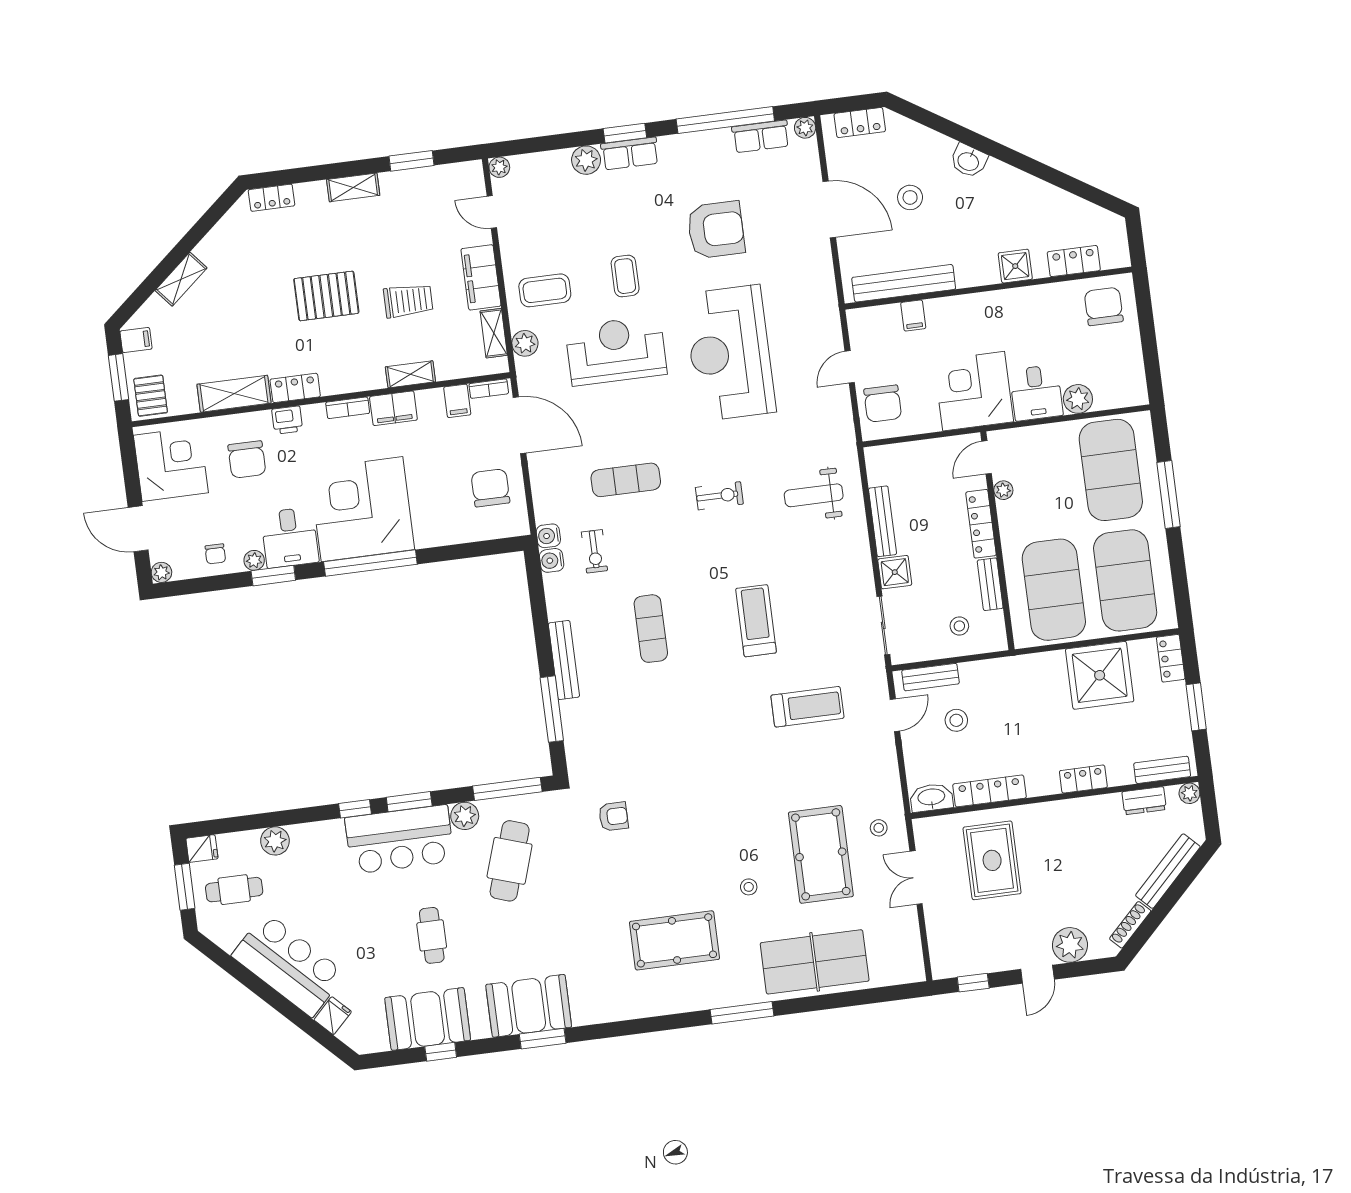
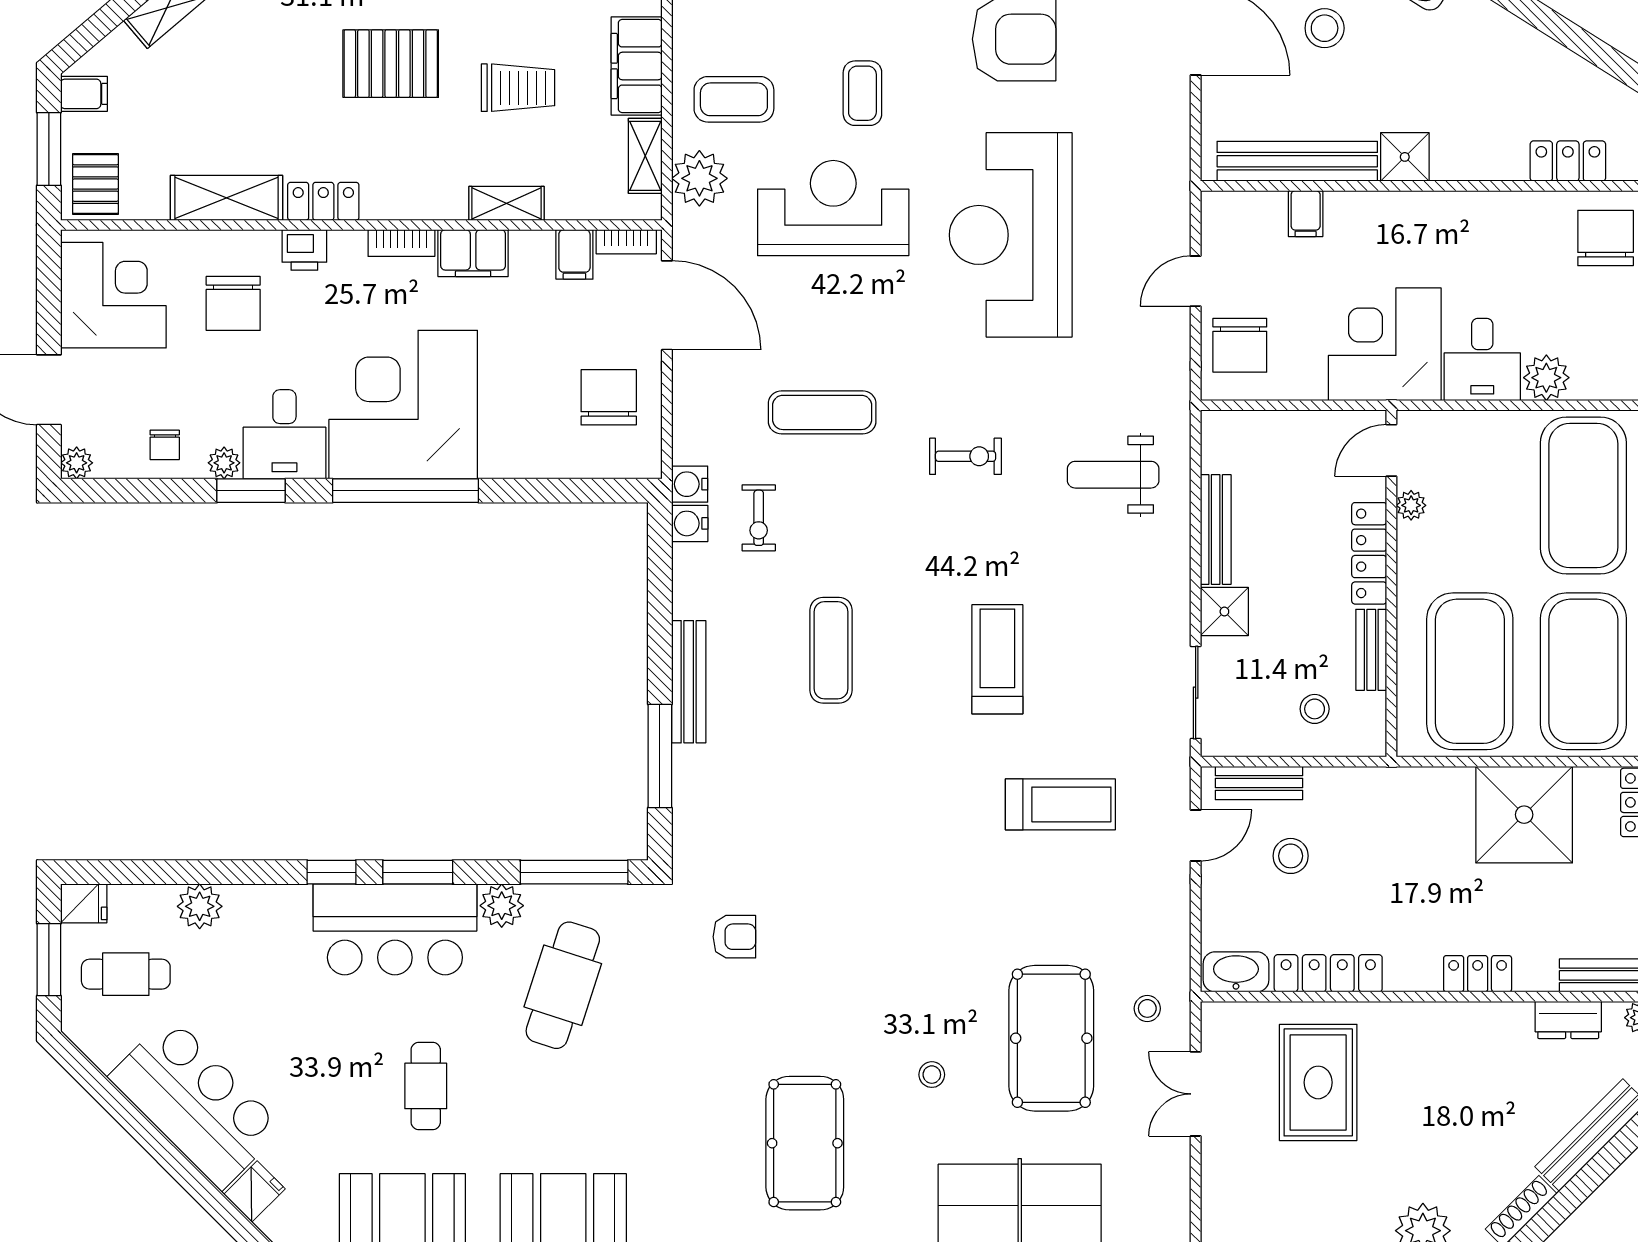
shower: (1015, 266) -> (1405, 157), moved
plant: (525, 343) -> (699, 178), width x1.36, depth x1.36
pool table: (674, 940) -> (805, 1143), turned 90

